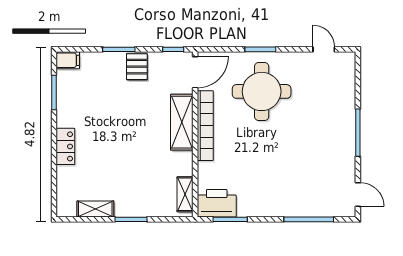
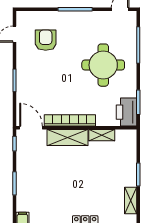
pallet: (137, 67) -> (27, 170), removed
round table: (262, 91) -> (103, 65), moved
armchair: (315, 92) -> (46, 40), added
shelving: (185, 194) -> (102, 135), moved

